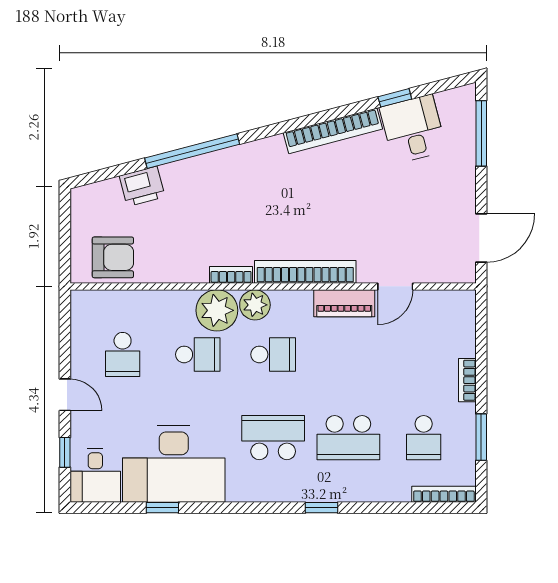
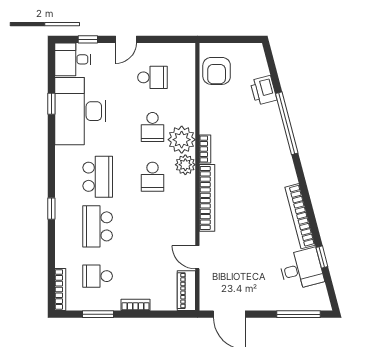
piano: (344, 303) -> (186, 291), moved
school desk: (123, 354) -> (153, 77), turned 180

